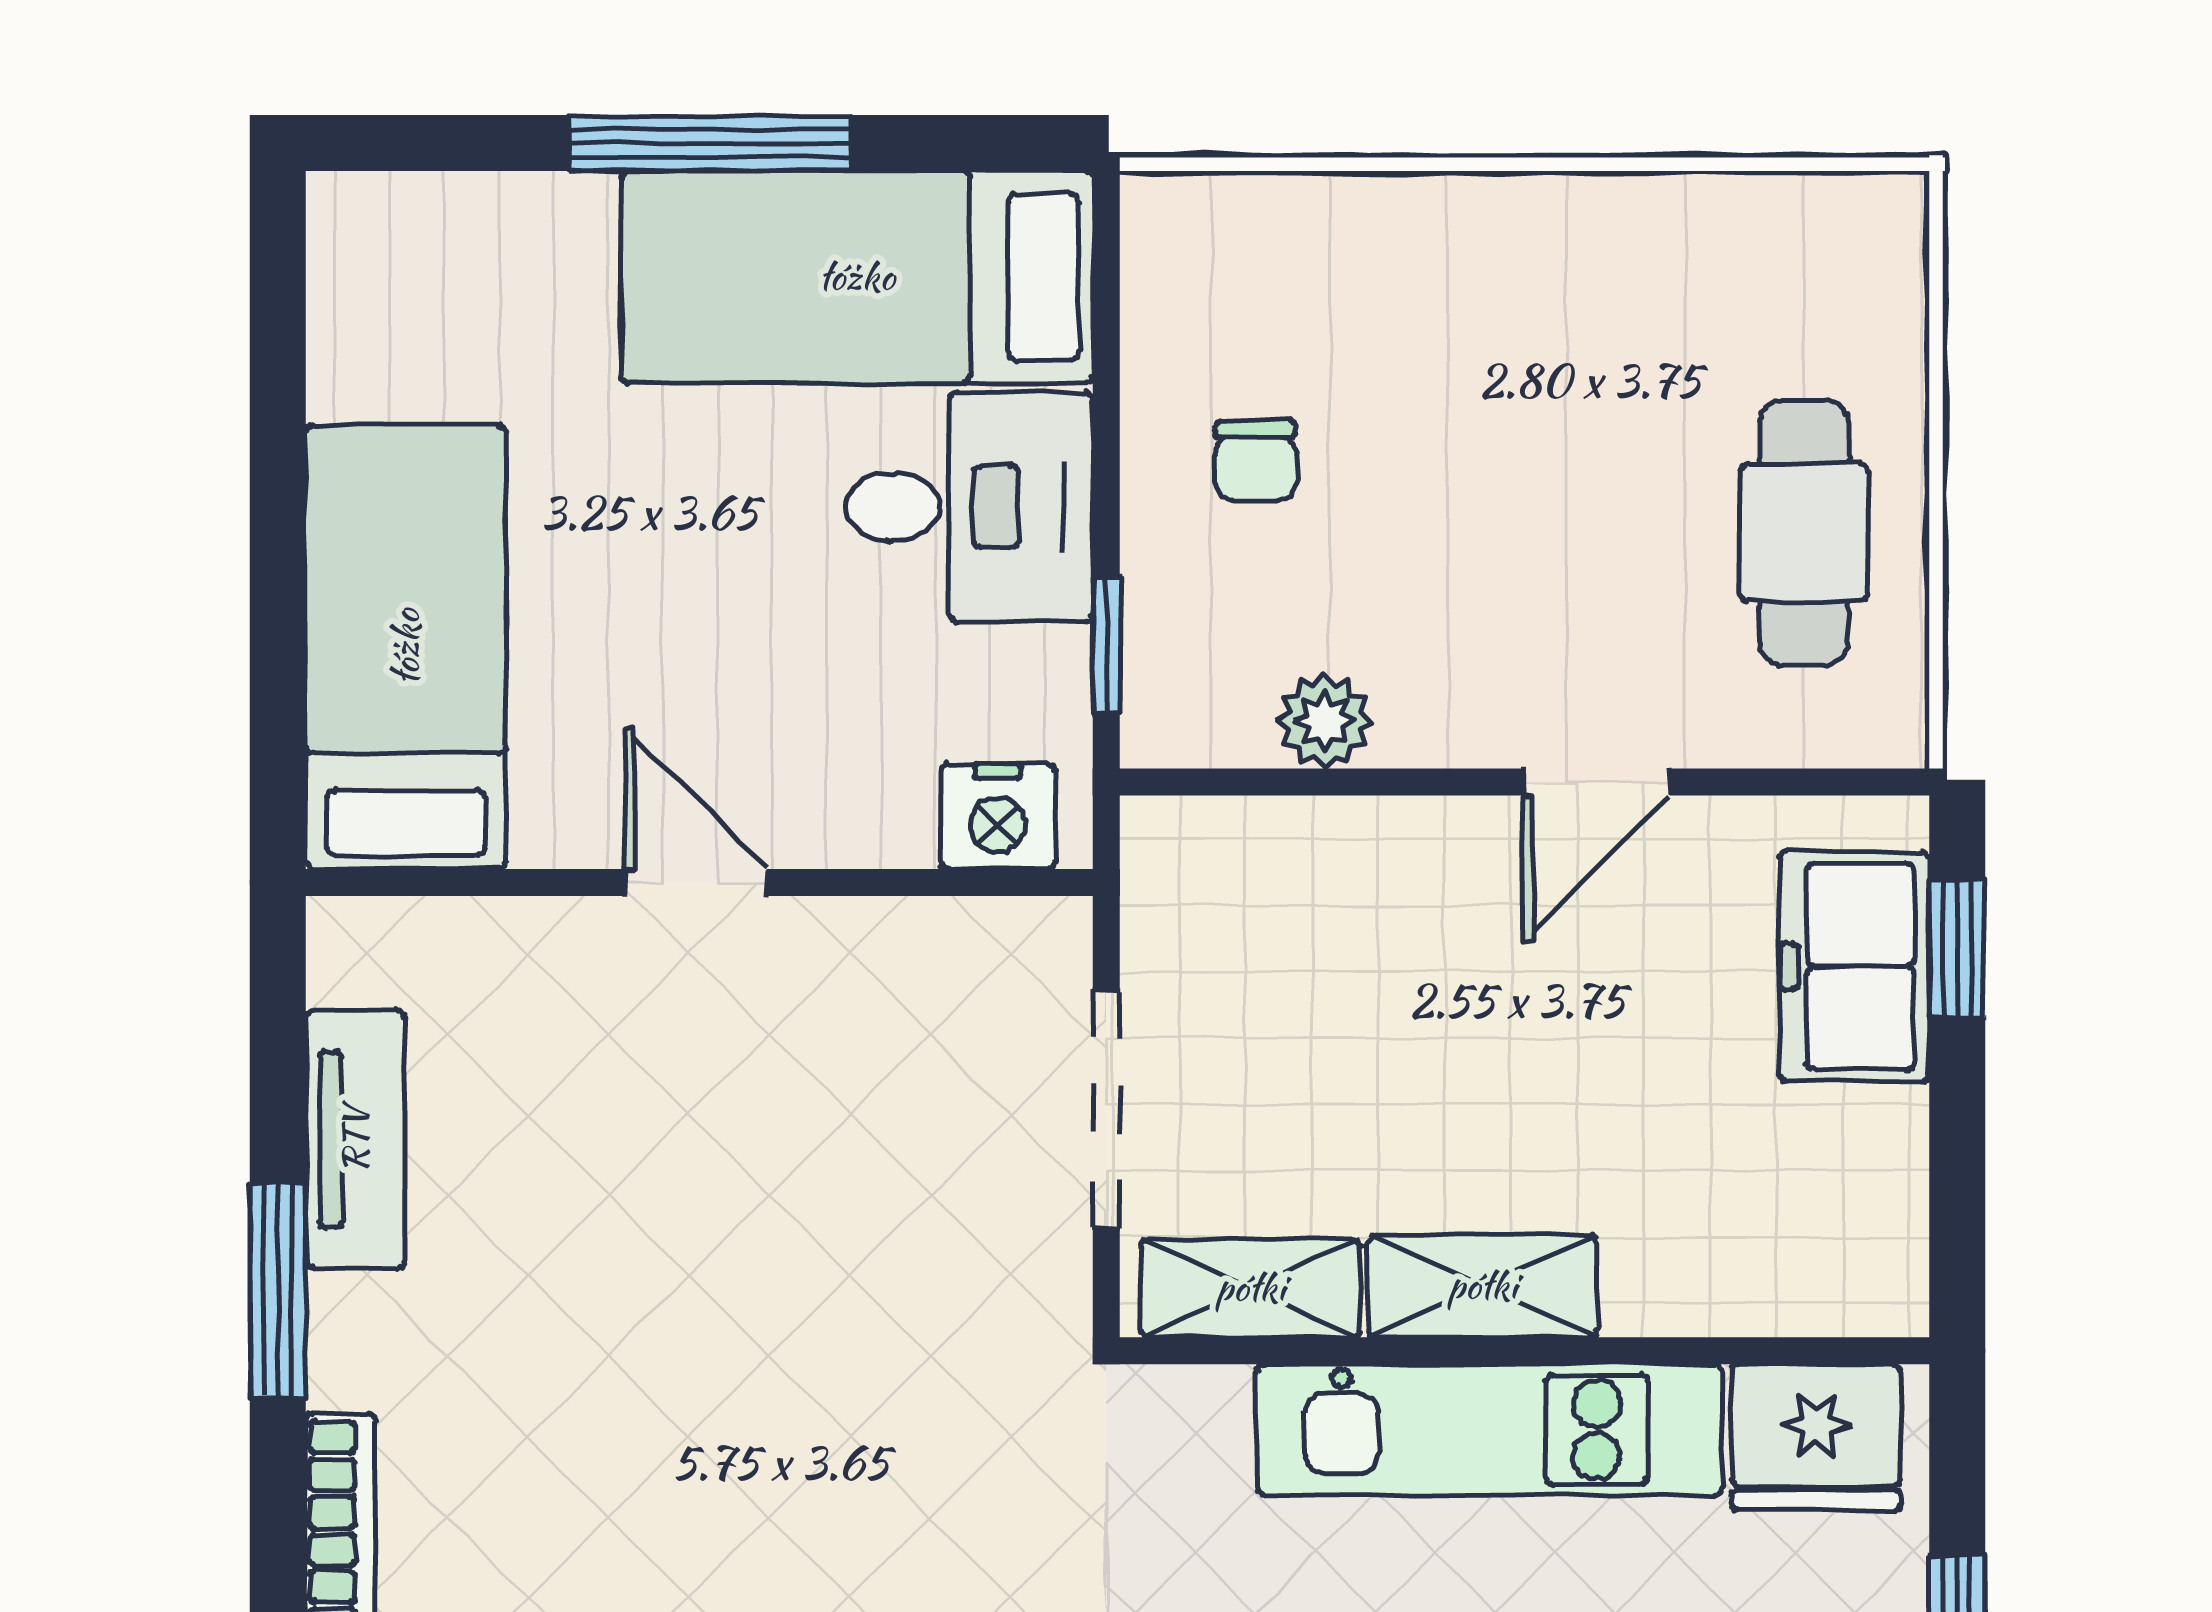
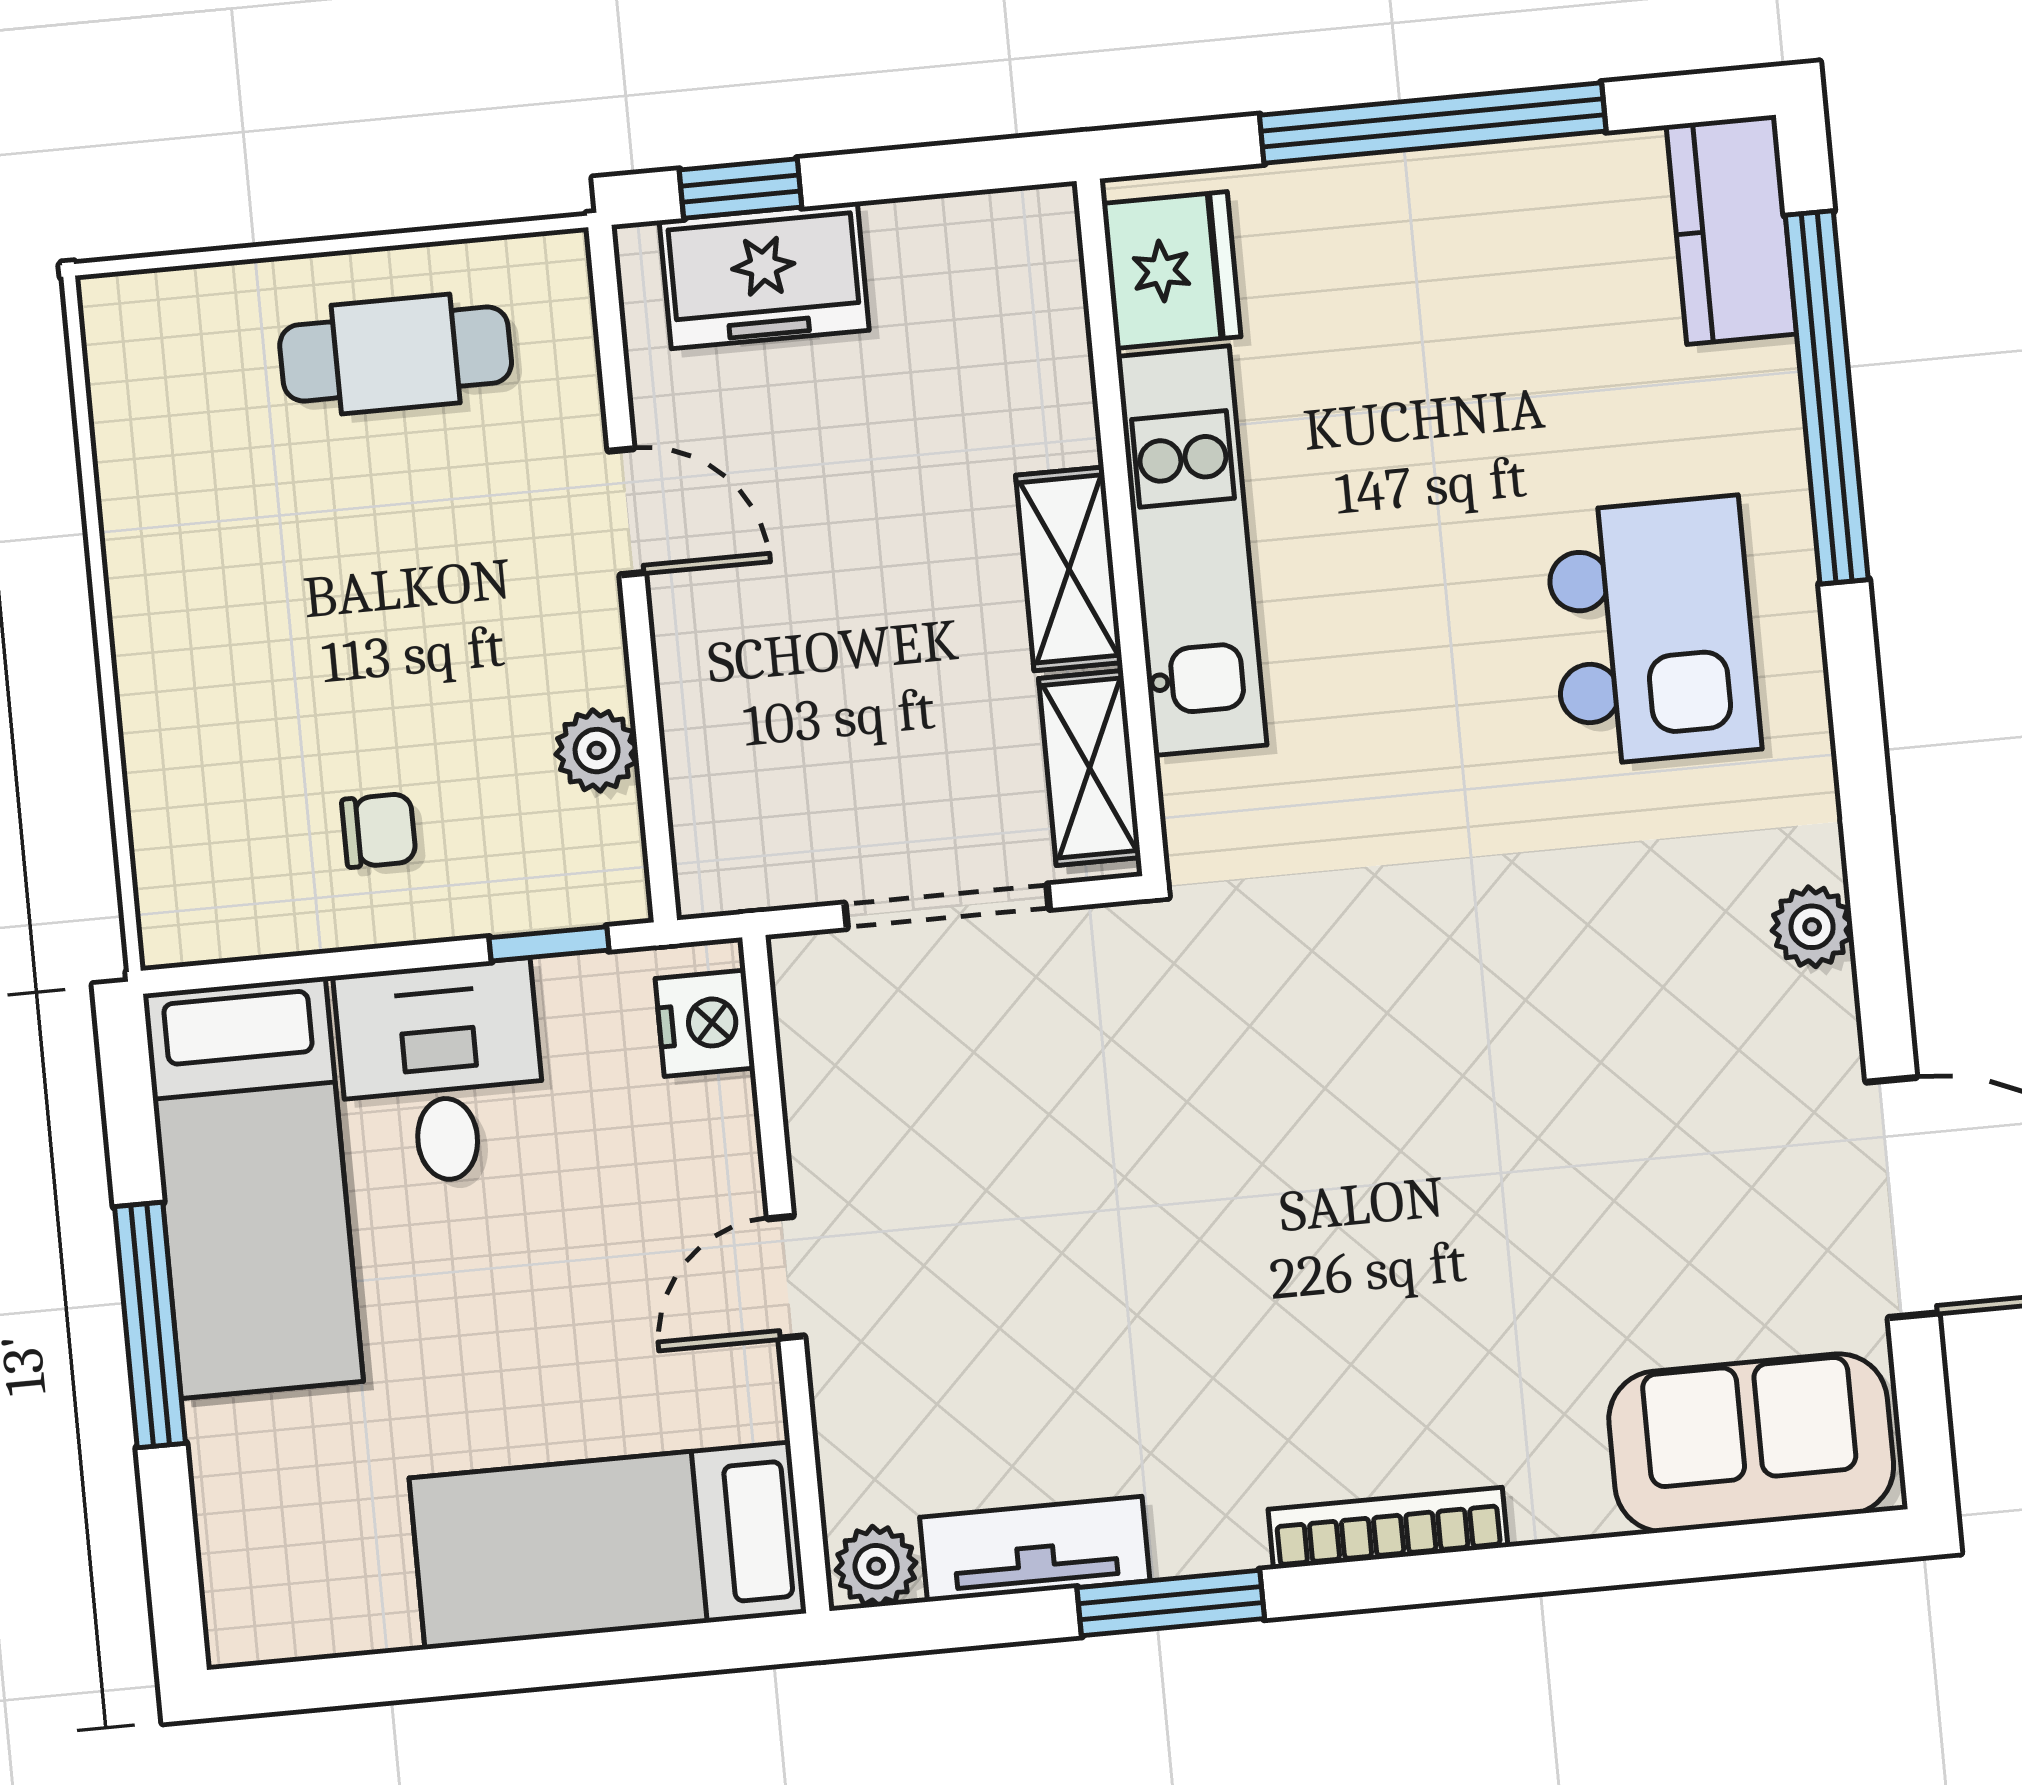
plant: (352, 955) -> (876, 1566), added

